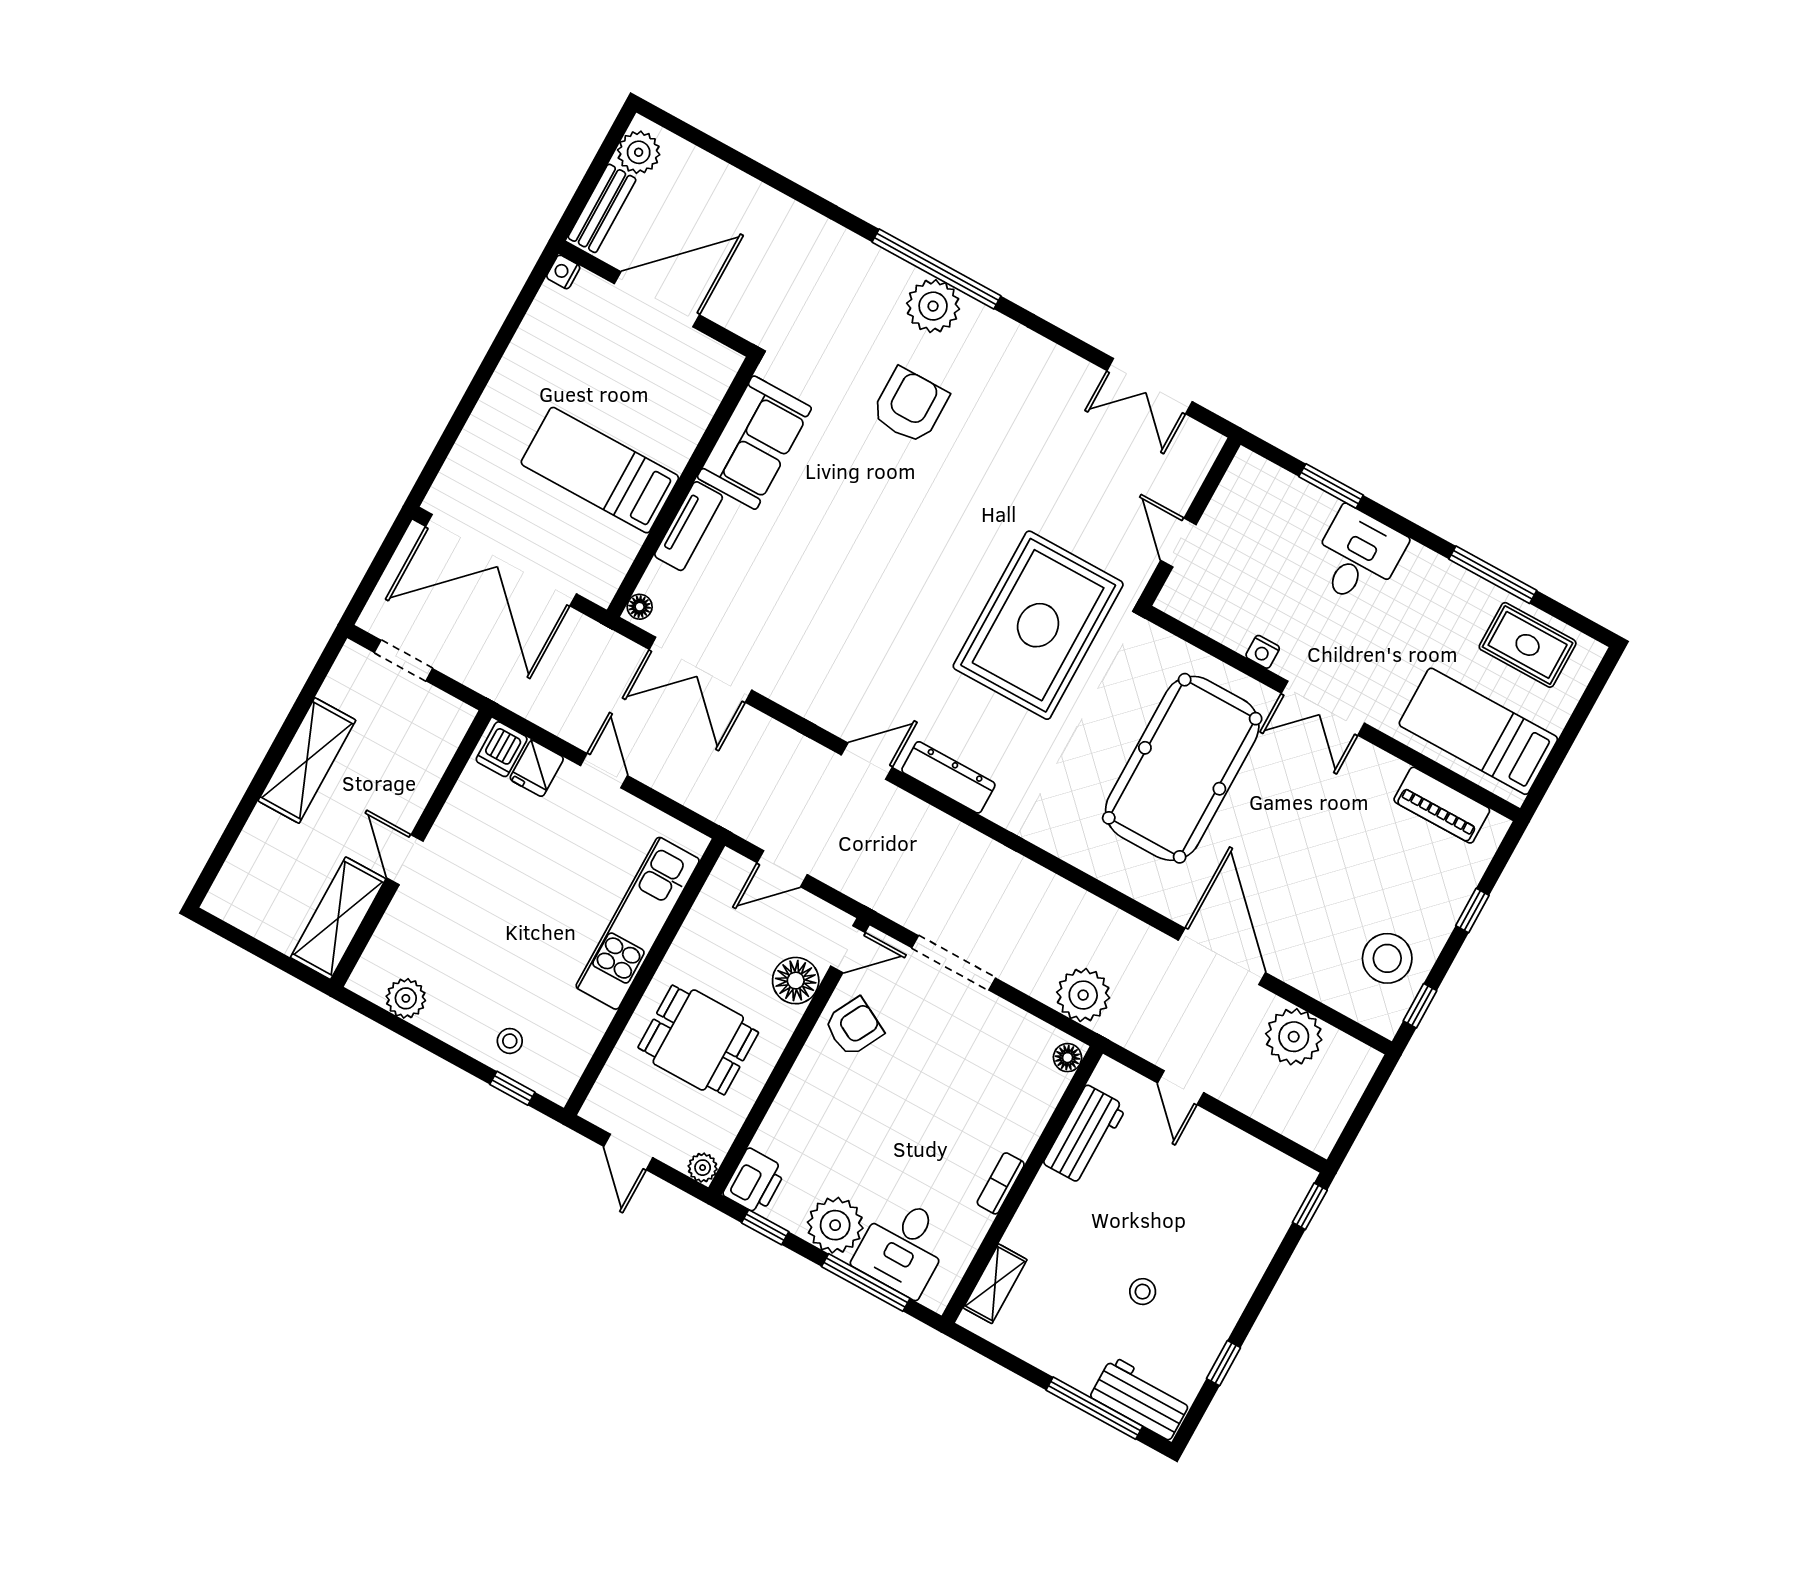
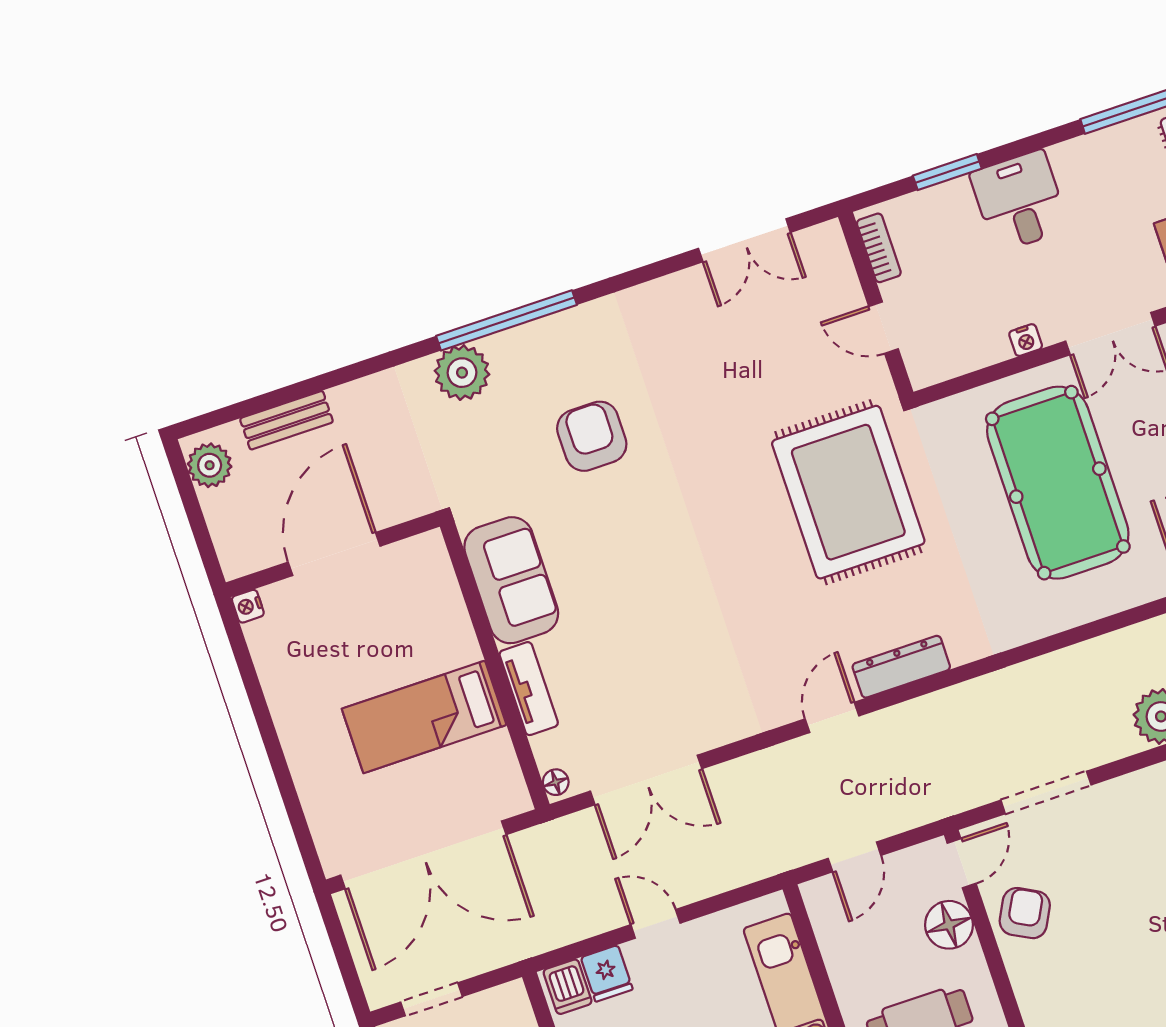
bench: (602, 208) -> (286, 420), moved, turned 90
plant: (933, 306) -> (462, 373), moved
bookcase: (1232, 487) -> (879, 248), added

